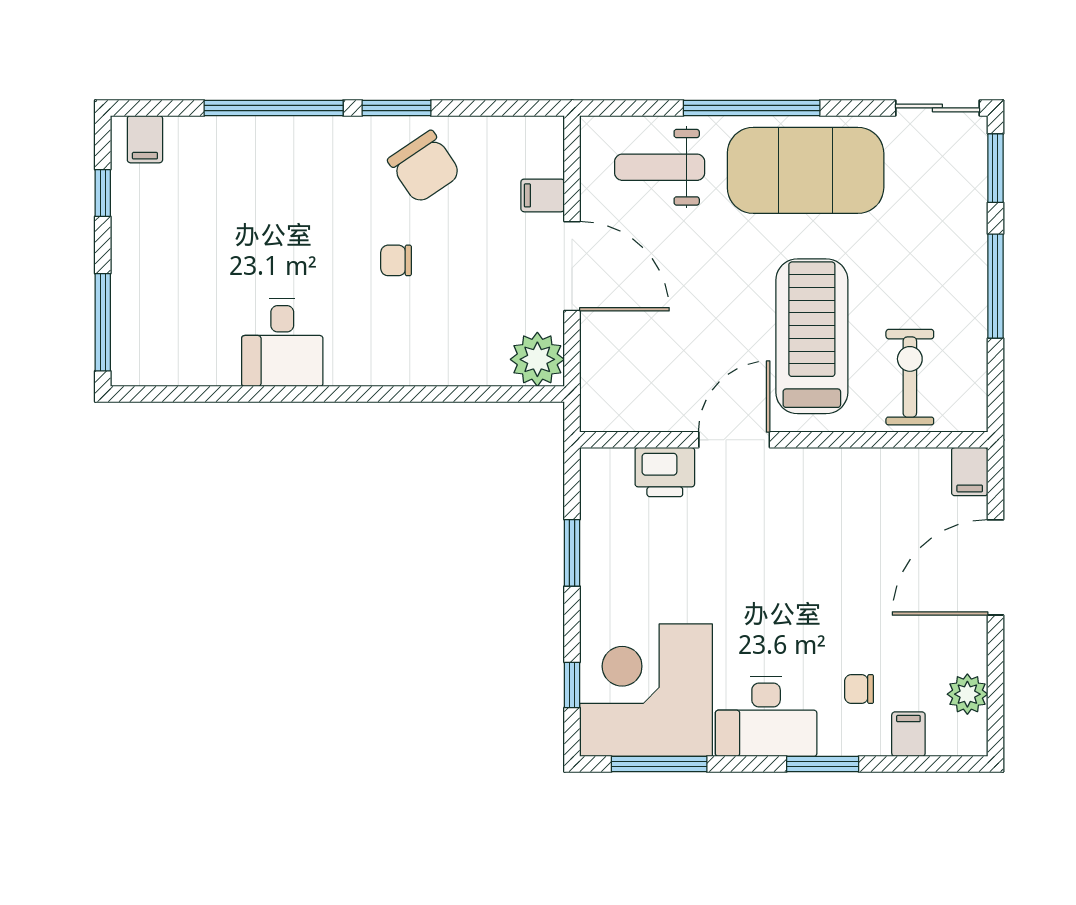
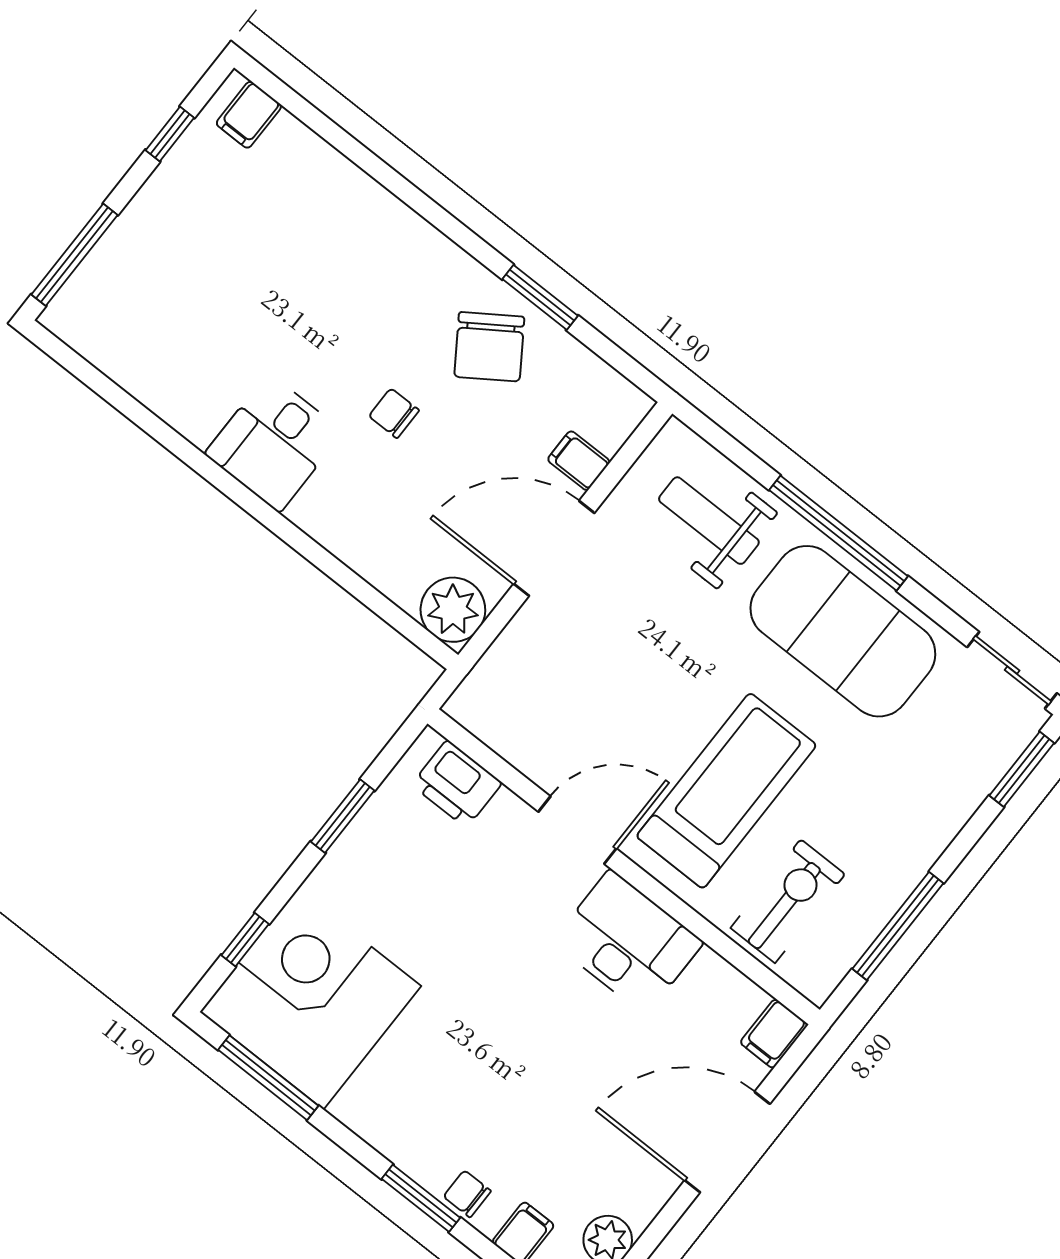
window: (274, 108) -> (392, 180), removed
window: (397, 108) -> (540, 297), moved
door: (572, 266) -> (554, 548), swing flipped
window: (995, 286) -> (898, 926), moved
desk: (282, 343) -> (274, 443), moved
printer: (665, 472) -> (457, 784), moved
chair: (859, 689) -> (467, 1194), moved
desk: (766, 717) -> (628, 942), moved, turned 180

